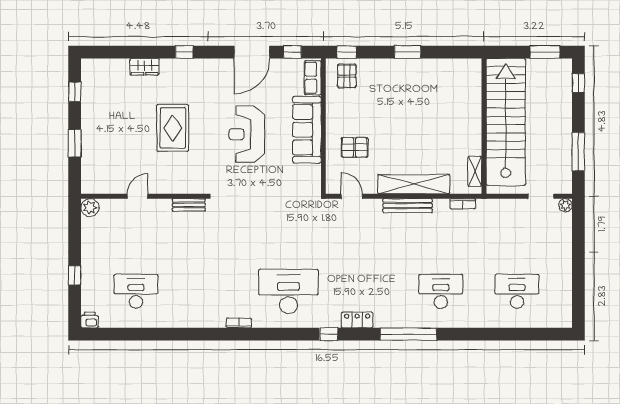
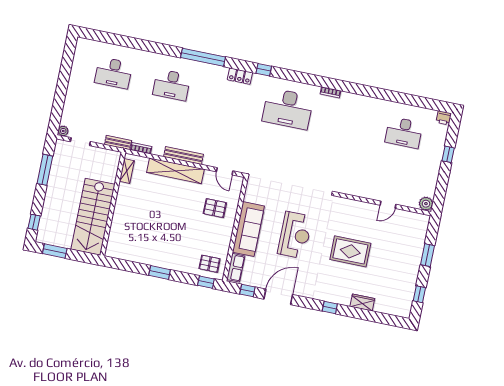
pallet: (347, 76) -> (210, 264), turned 90
stairs: (506, 122) -> (93, 217), width x0.73
rug: (173, 128) -> (350, 251), turned 90
bench: (189, 205) -> (118, 143), moved

